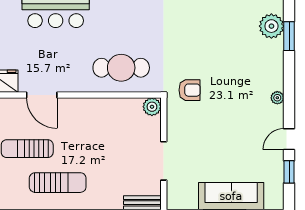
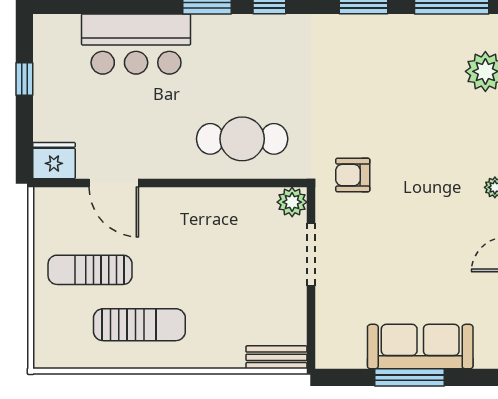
armchair: (190, 90) -> (353, 175), turned 180
doorway: (164, 161) -> (311, 254), moved

